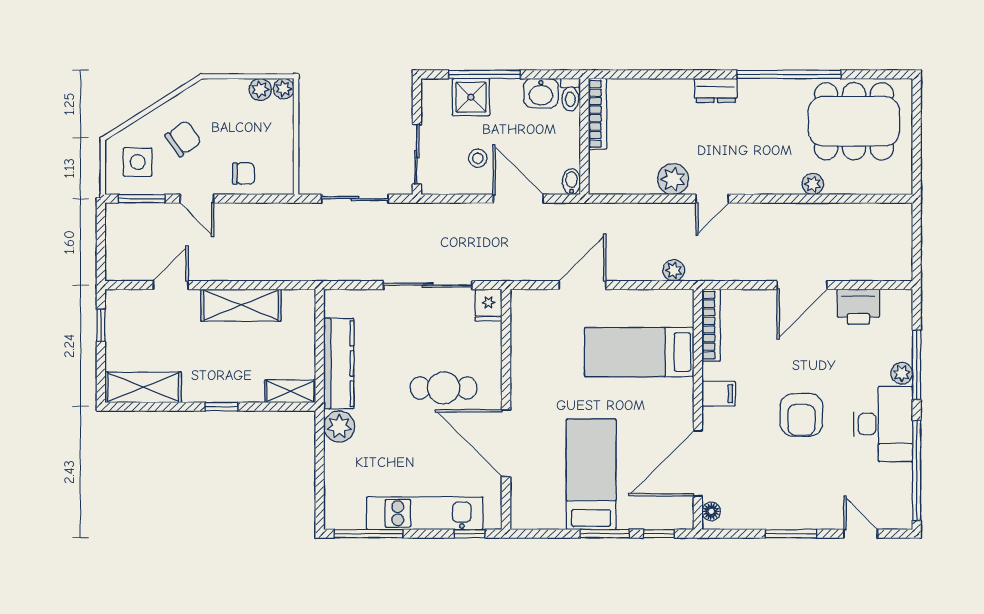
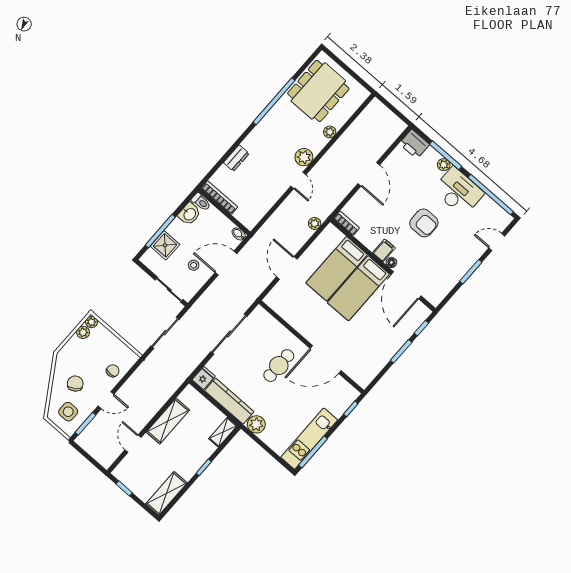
dresser: (716, 90) -> (236, 158), moved
plant: (673, 179) -> (304, 157), moved
fridge: (489, 305) -> (204, 378), moved, turned -90
printer: (858, 307) -> (414, 144), moved, turned 90
bookcase: (711, 325) -> (346, 223), width x0.64
bed: (591, 474) -> (358, 288), moved, turned -90
floor lamp: (711, 511) -> (391, 262), moved
kitchen unit: (425, 513) -> (309, 439), moved

